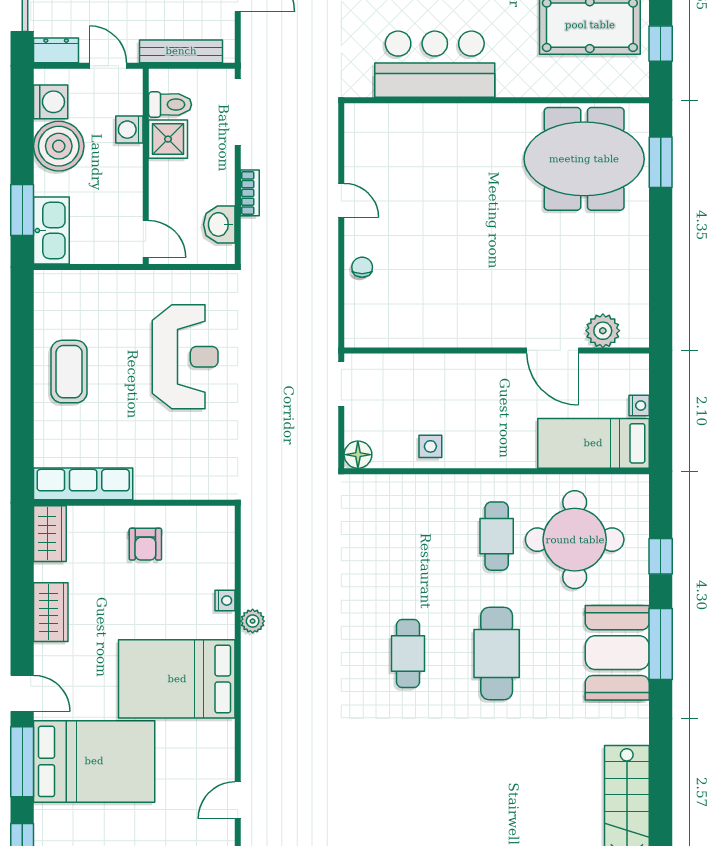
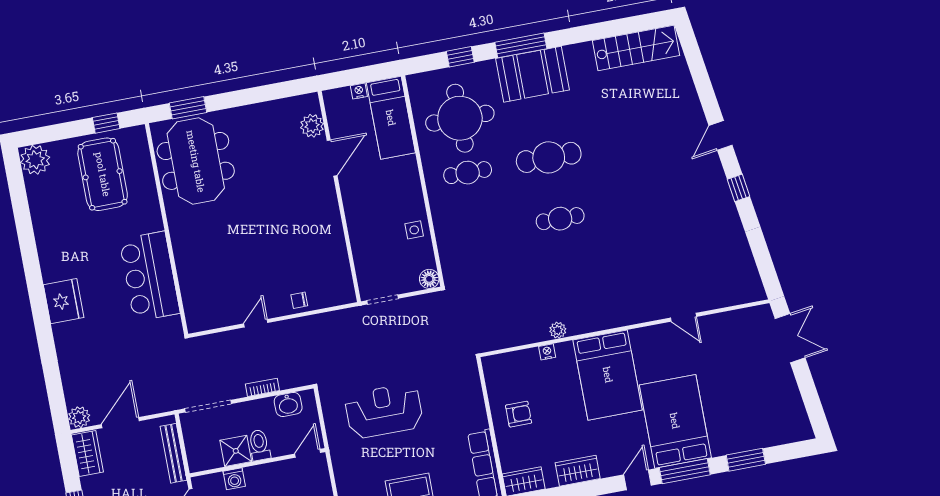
toilet: (170, 105) -> (259, 445), moved

